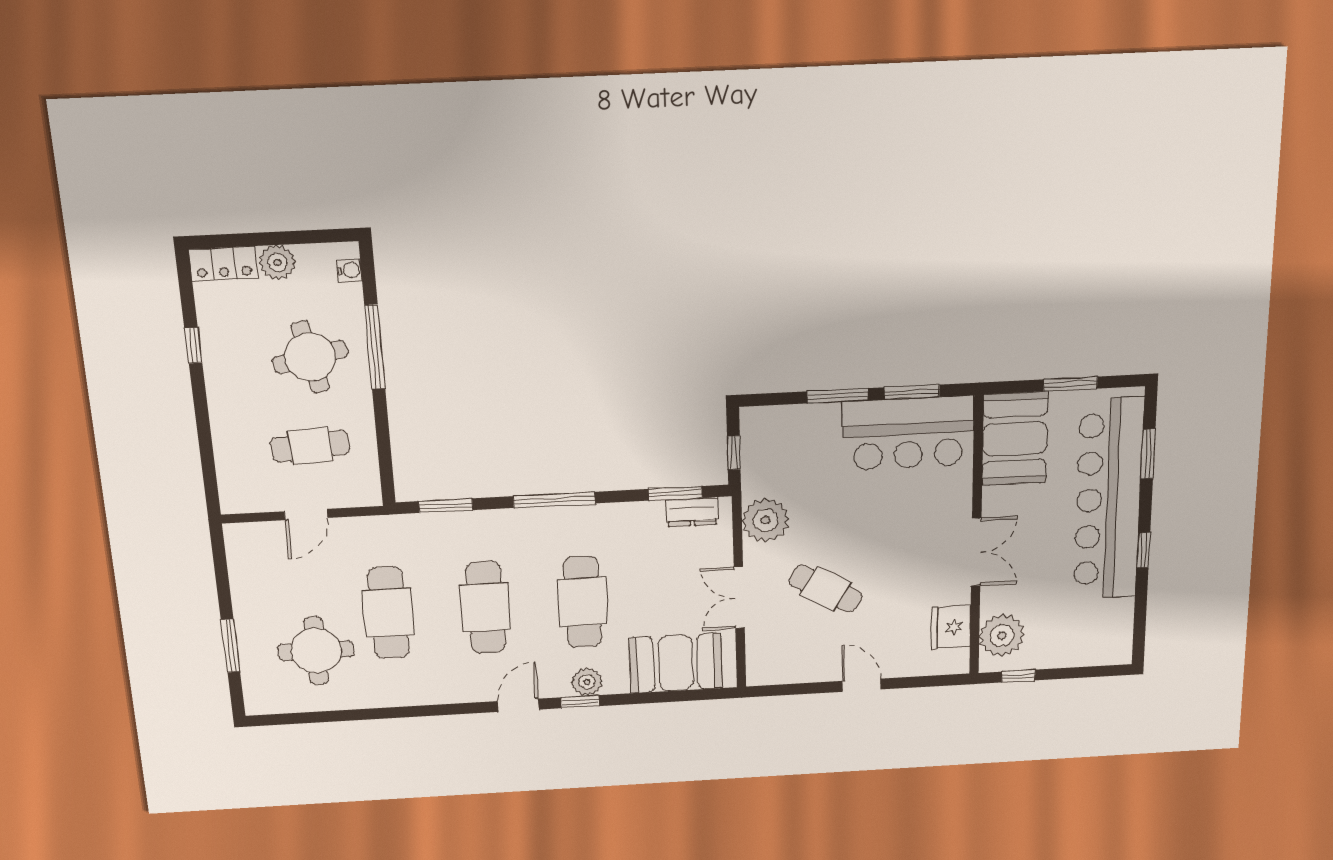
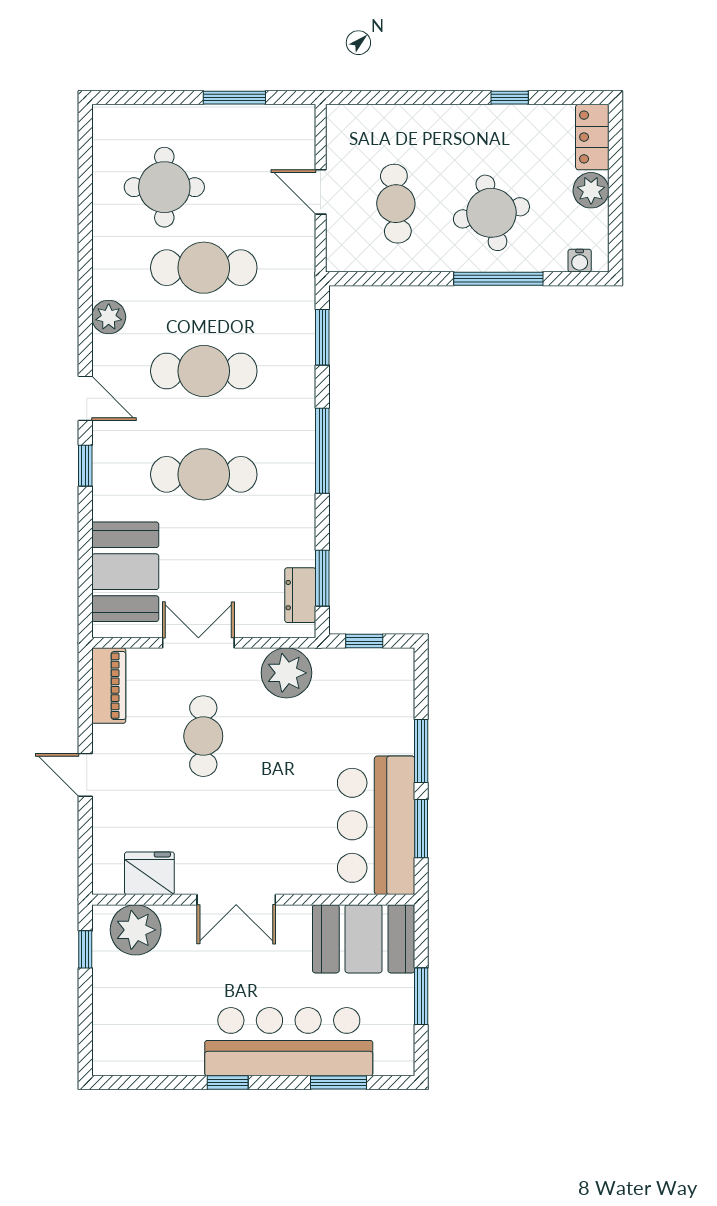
bar counter: (1108, 500) -> (289, 1042), width x0.73
cafe table: (825, 589) -> (203, 736), turned -30
window: (231, 646) -> (234, 98), moved
piano: (780, 671) -> (109, 686), added
plant: (587, 682) -> (109, 317), moved
door: (862, 685) -> (85, 775), swing flipped

